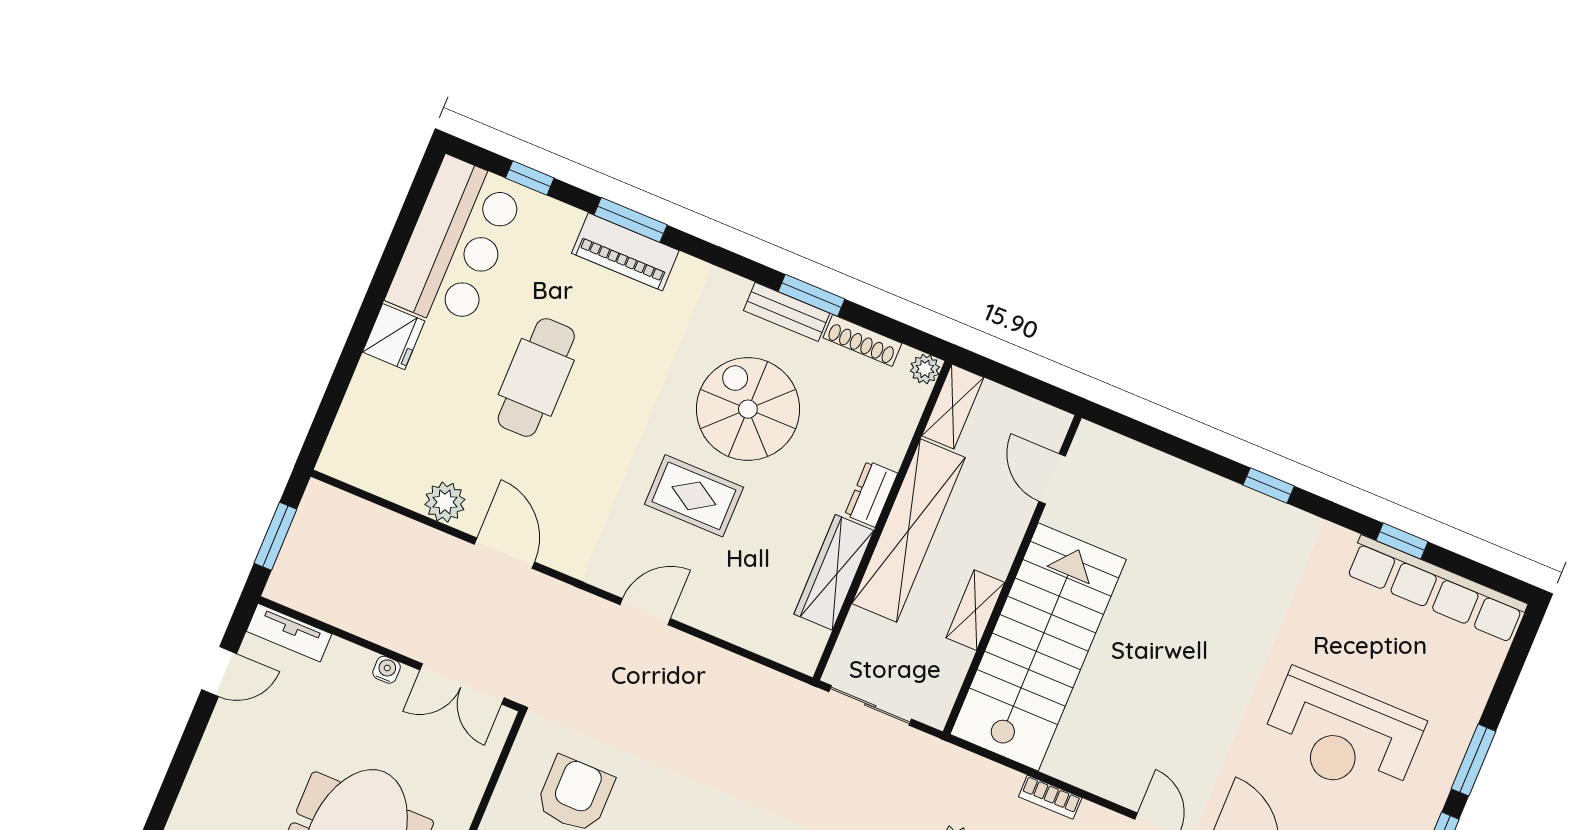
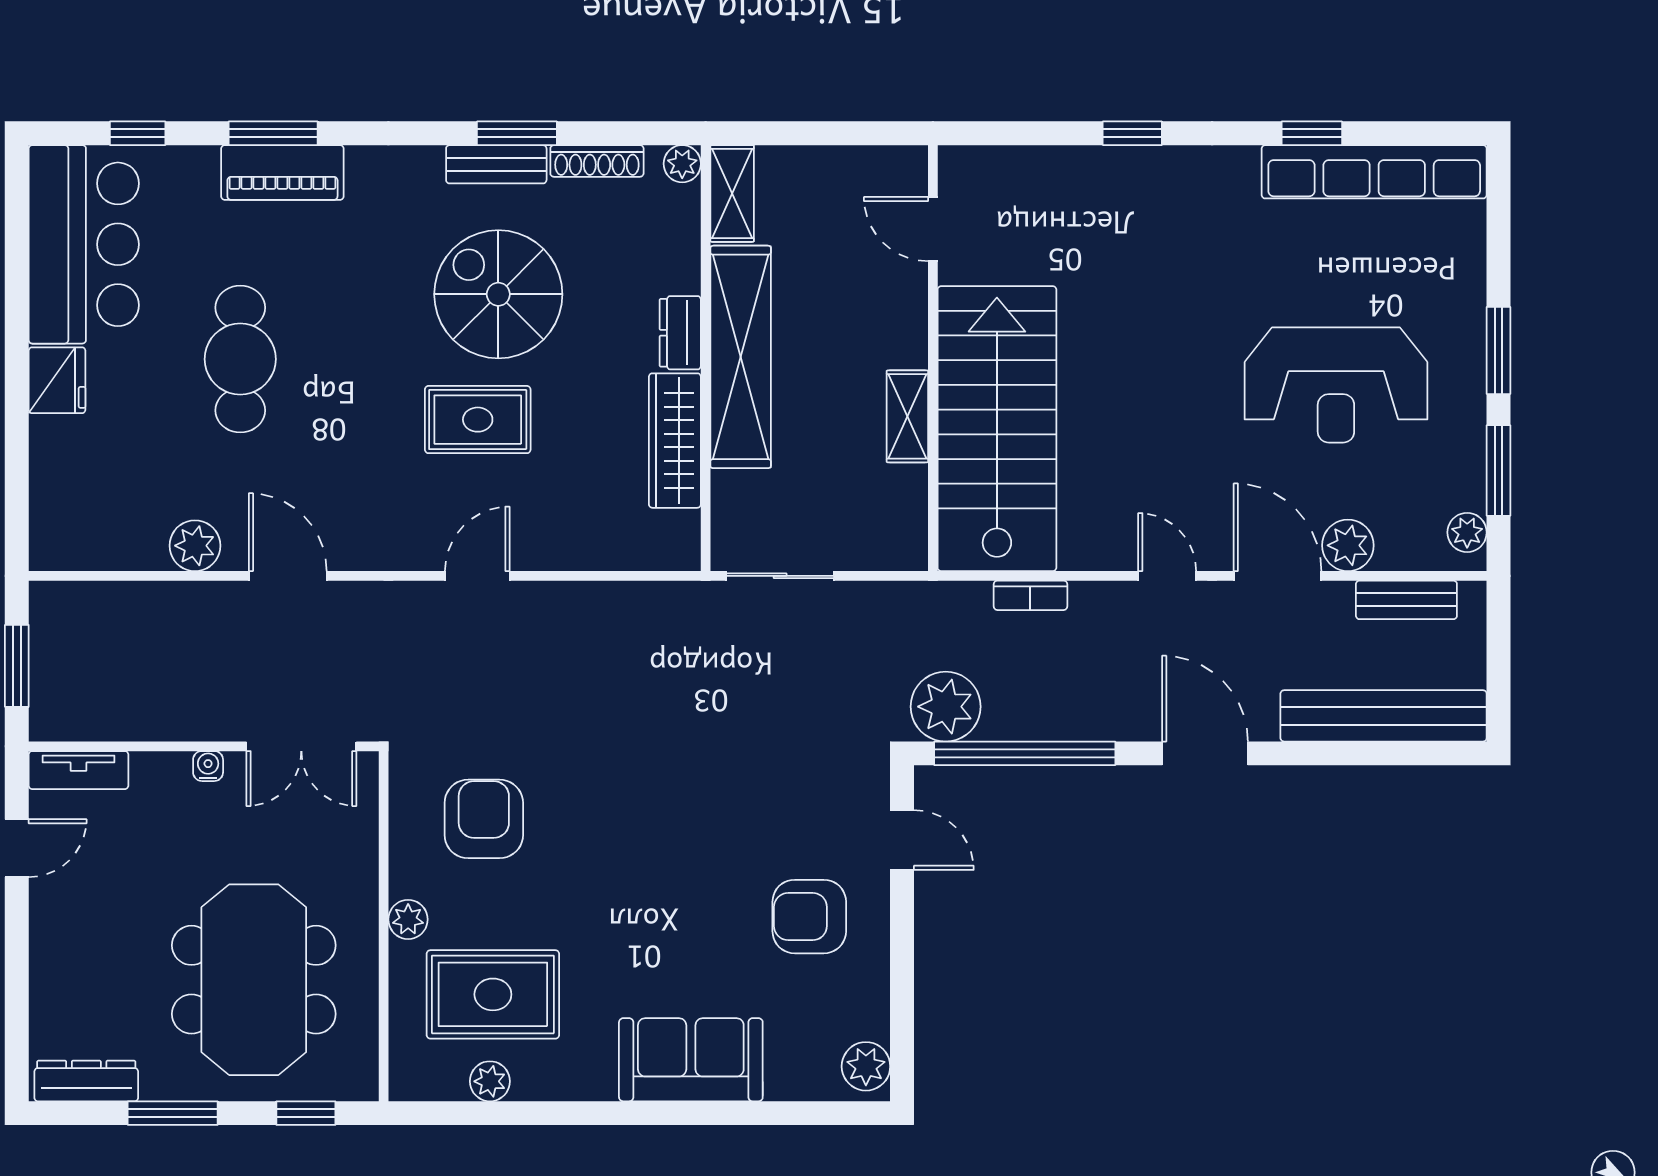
door: (1052, 479) -> (933, 229), moved
wall: (1012, 575) -> (933, 358), moved
shelving: (975, 610) -> (907, 416), moved
stairs: (1038, 647) -> (997, 429), moved

